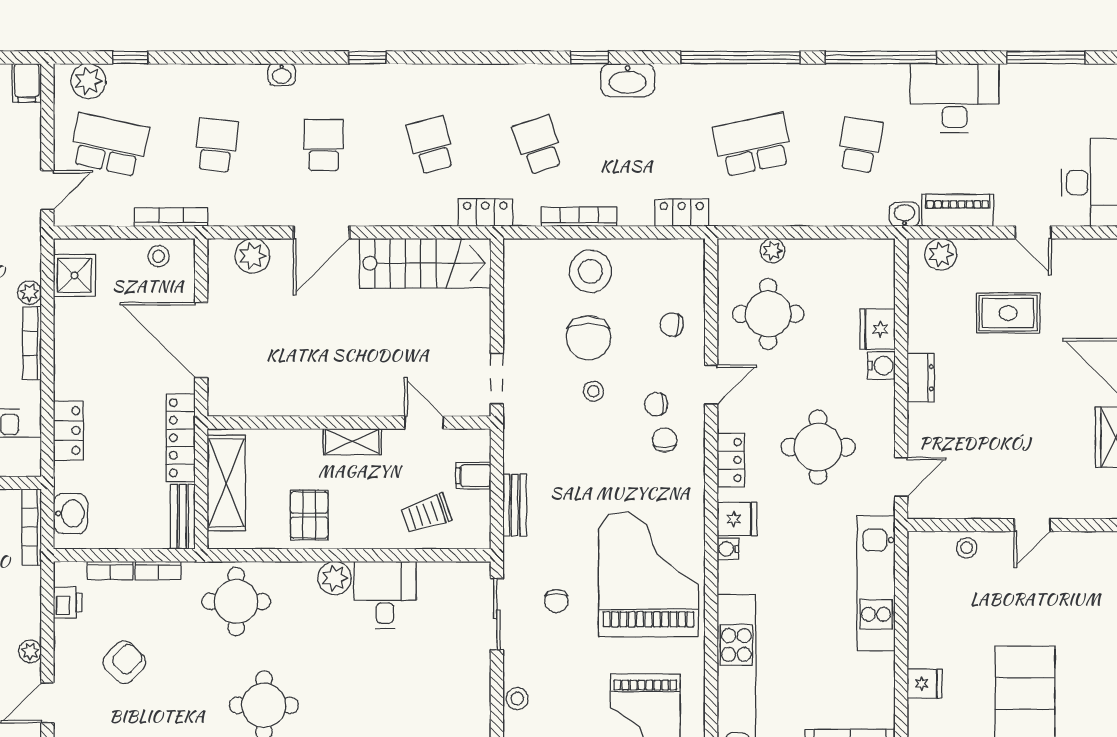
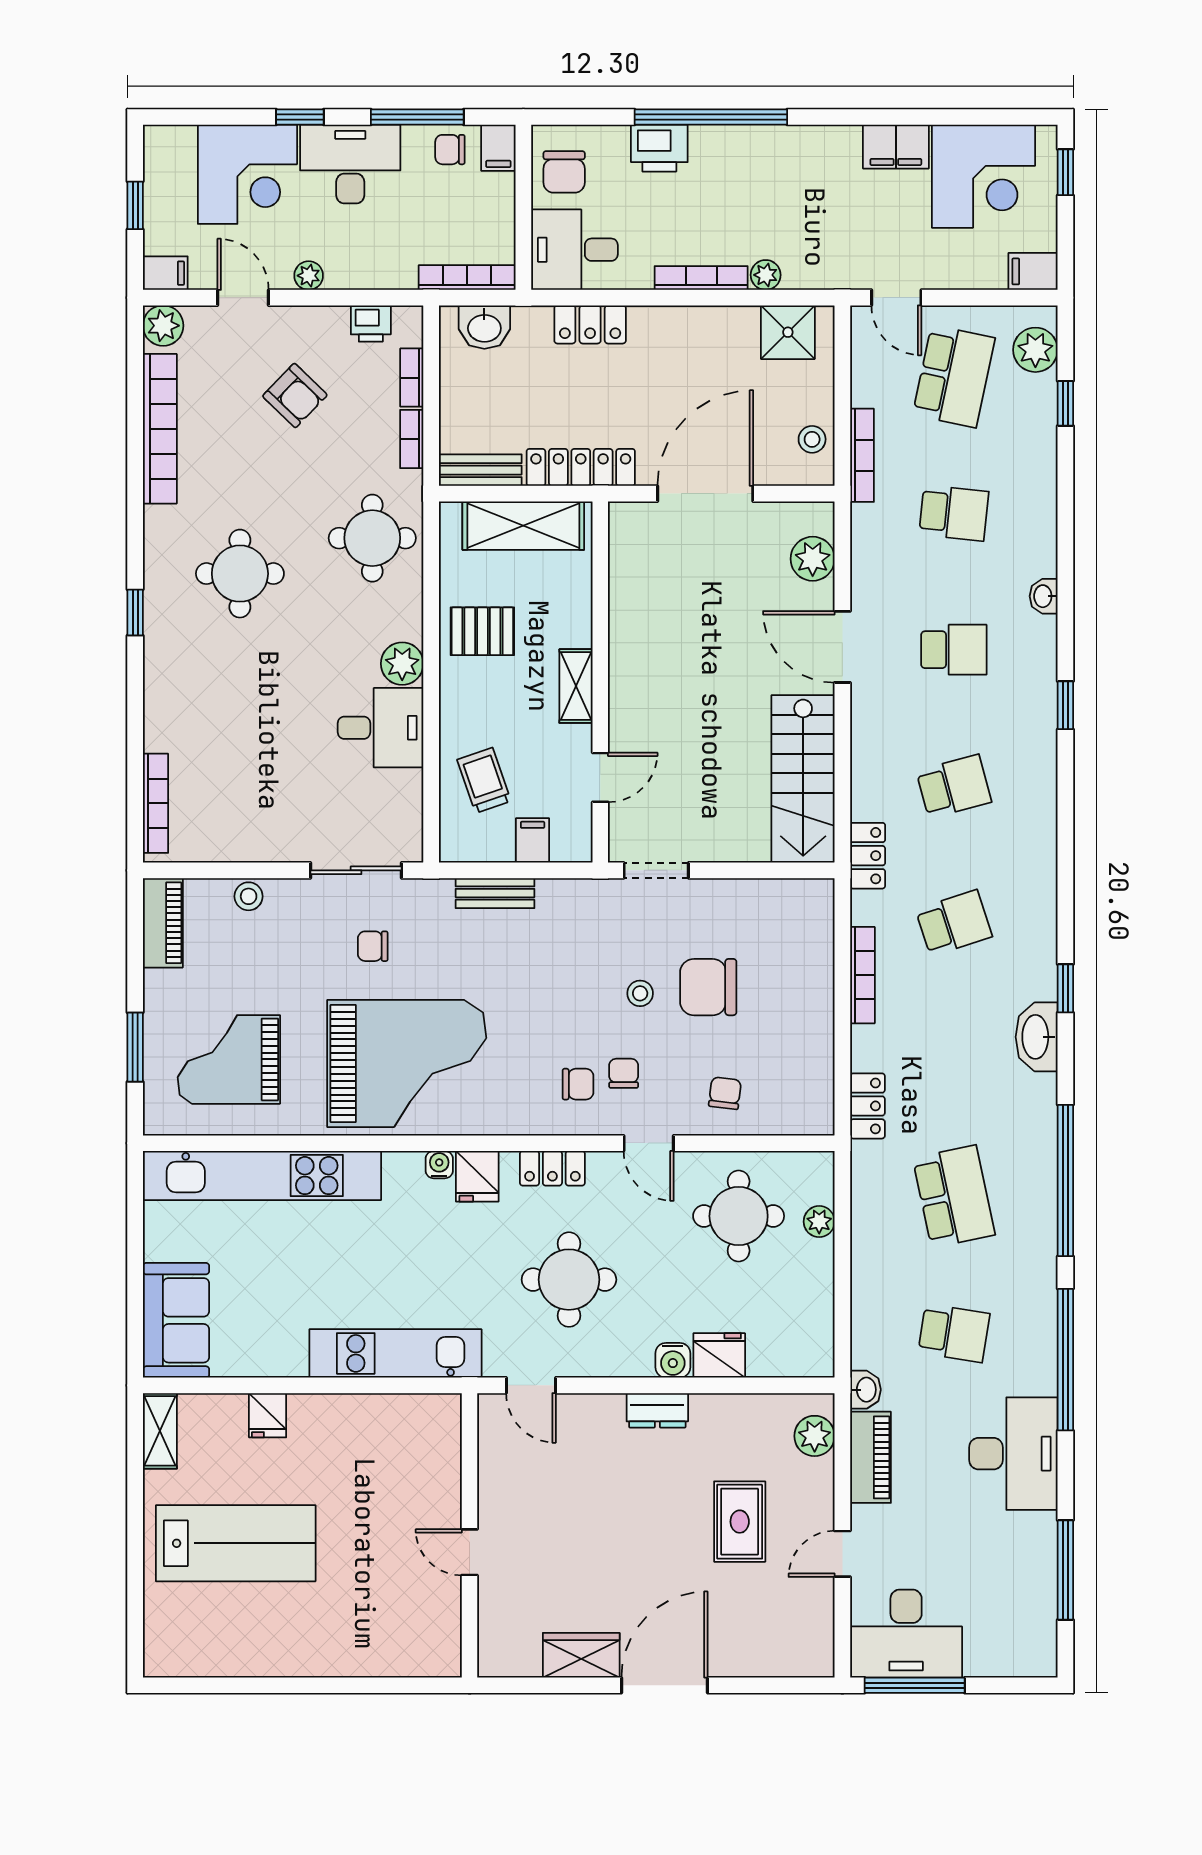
stool: (590, 271) -> (793, 990), removed
stool: (967, 548) -> (441, 1469), removed

